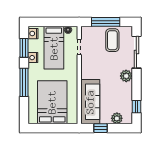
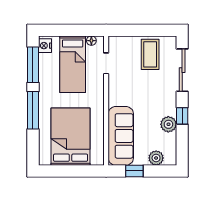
window: (106, 22) -> (141, 30), removed
window: (24, 48) -> (33, 65), width x1.44
nightstand: (33, 58) -> (45, 77), removed
plant: (126, 76) -> (168, 124), moved
window: (136, 107) -> (182, 116), moved

